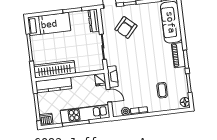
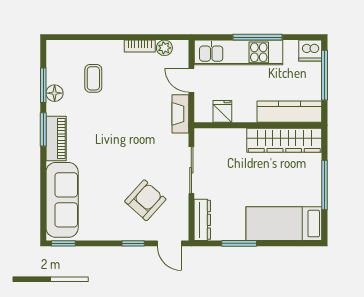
fridge: (100, 80) -> (222, 111), moved
floor lamp: (185, 102) -> (55, 93), moved

